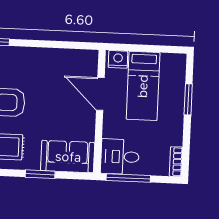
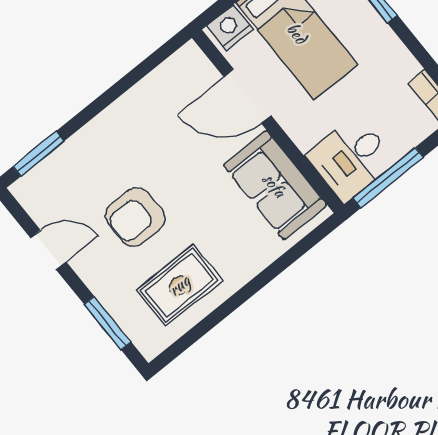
sofa: (68, 157) -> (275, 185), moved, turned -90
window: (40, 174) -> (262, 279), removed

